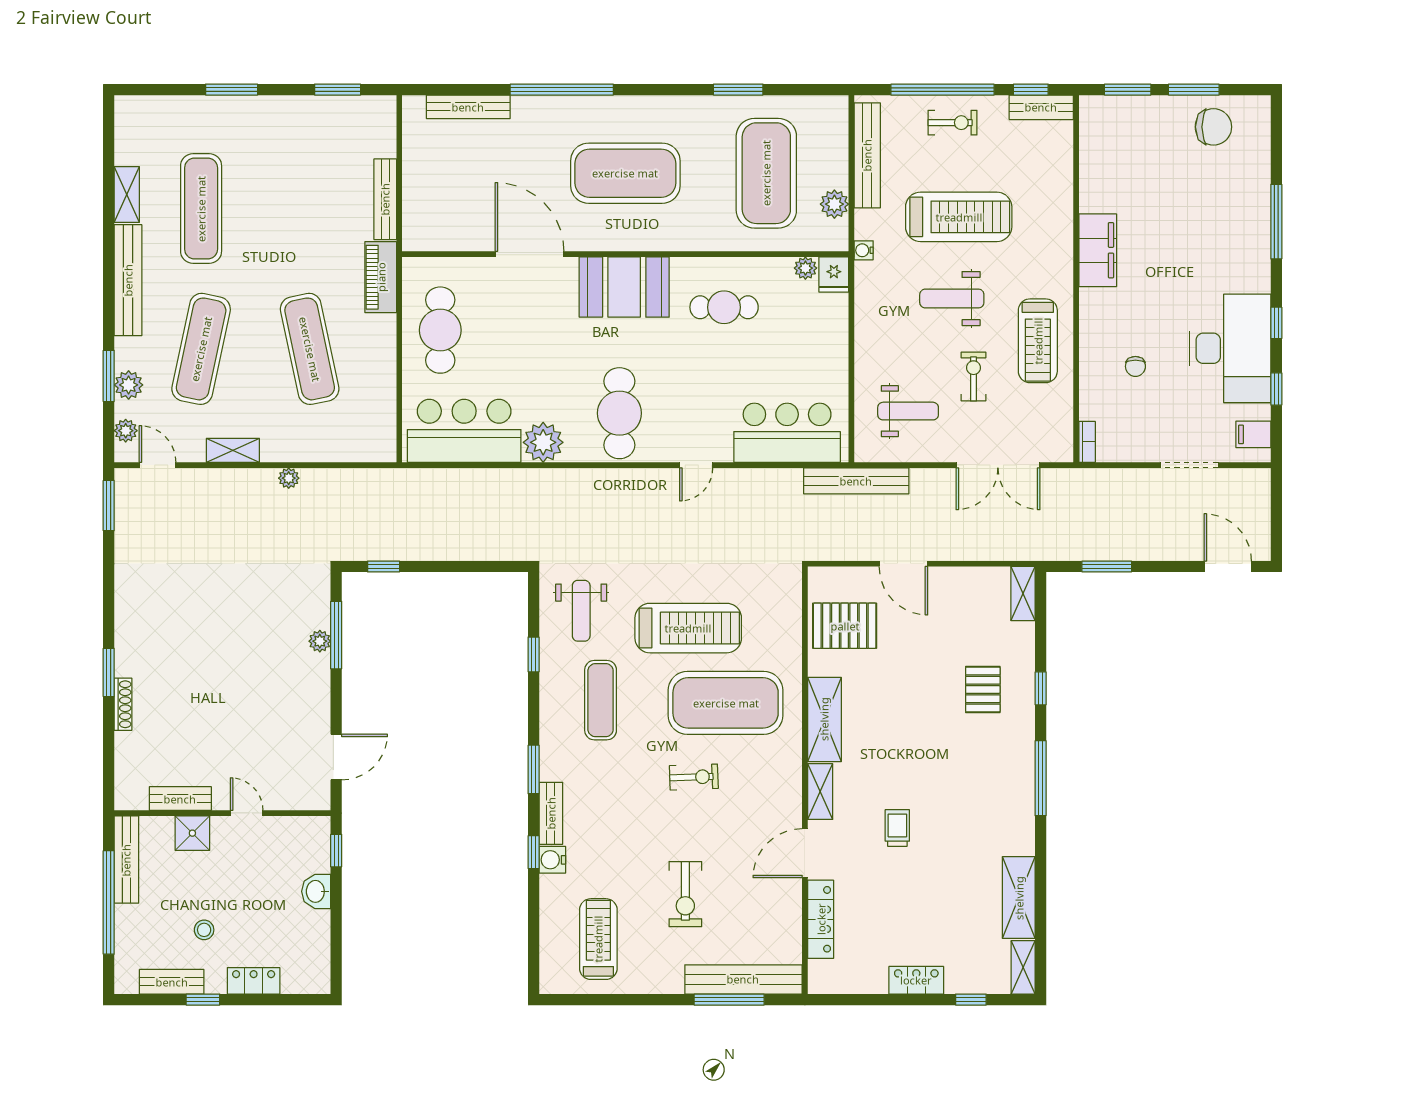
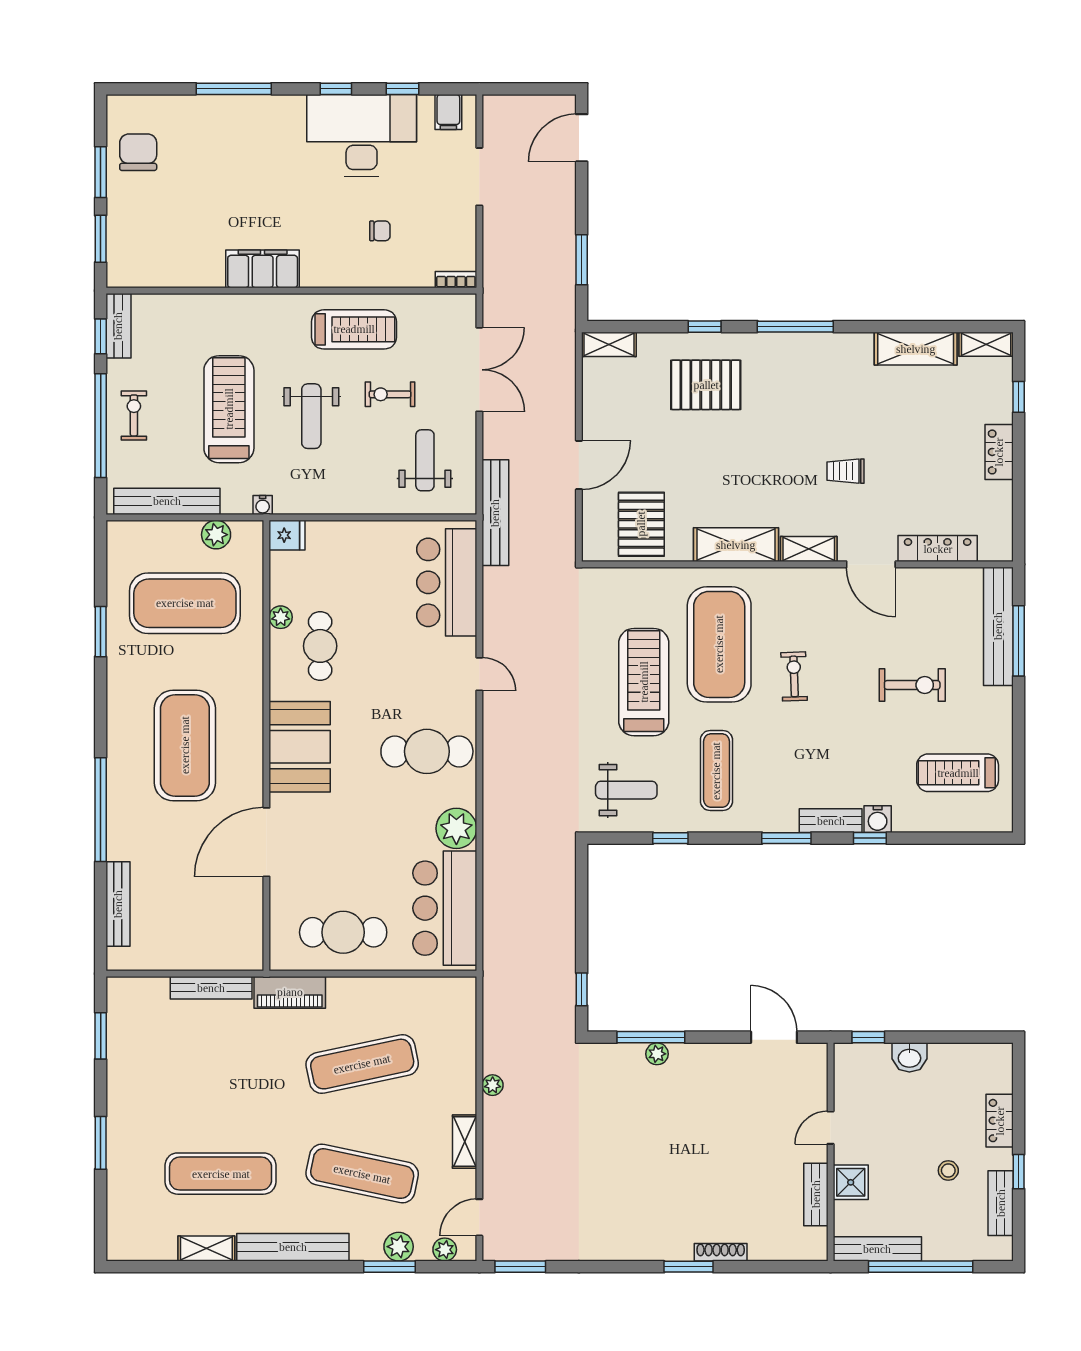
plant: (805, 268) -> (281, 617), moved
pallet: (983, 689) -> (706, 385), width x1.50, depth x1.42
exercise mat: (601, 700) -> (716, 771), turned 90

